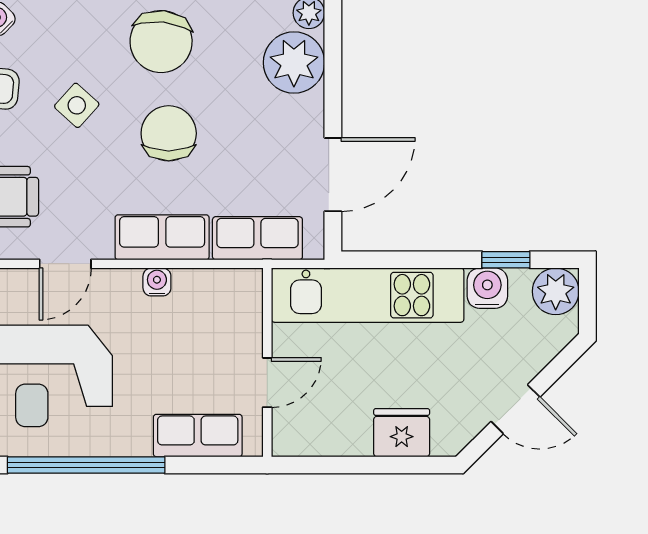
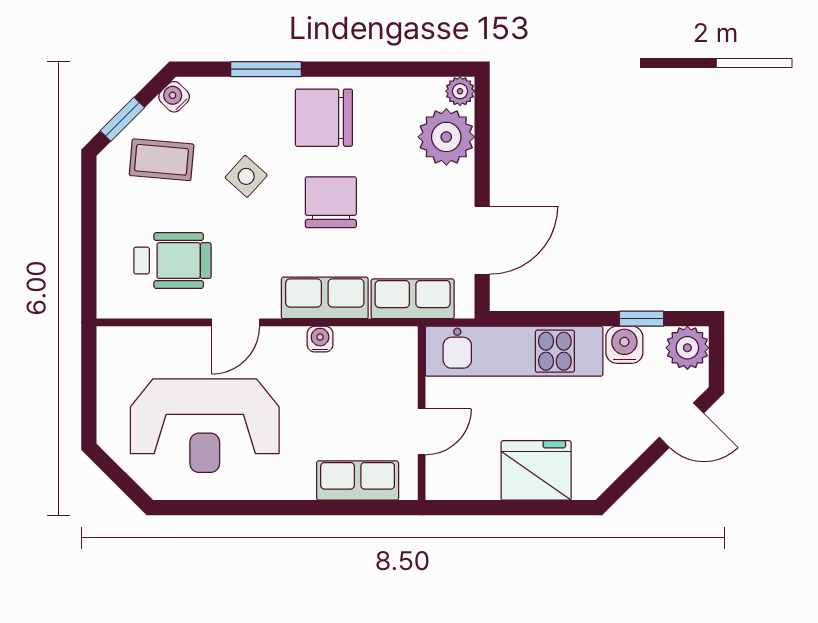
chair: (161, 42) -> (324, 118), turned 84
door: (515, 409) -> (681, 425), moved
fridge: (402, 433) -> (536, 470), width x1.36, depth x1.34
window: (86, 465) -> (255, 508), removed

